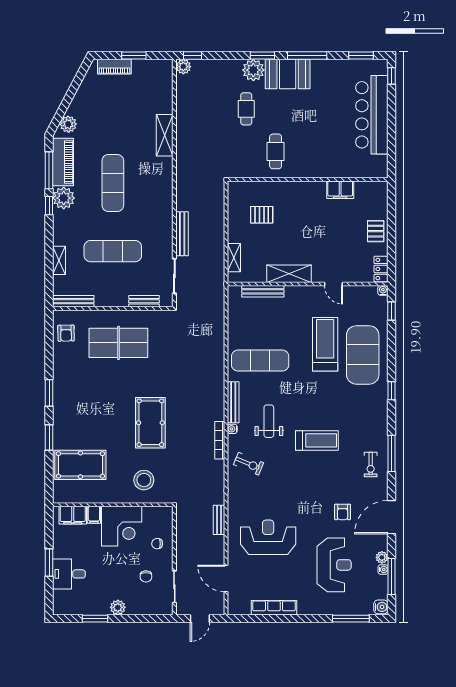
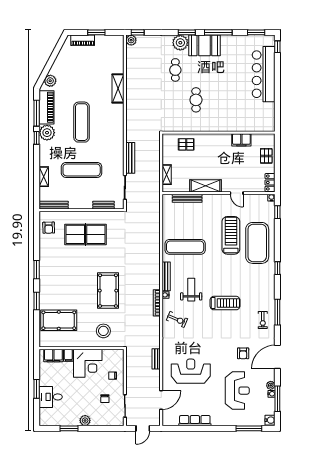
wall: (308, 179) -> (219, 133), moved
filing cabinet: (340, 190) -> (241, 140), moved
door: (226, 578) -> (161, 400), swing flipped

